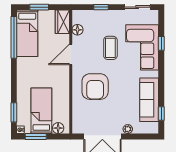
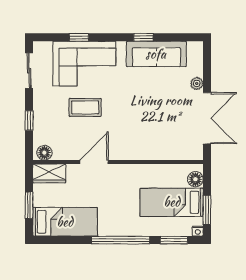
floor lamp: (77, 30) -> (44, 153), moved
window: (14, 37) -> (121, 240), moved
door: (71, 54) -> (94, 162), swing flipped
armchair: (95, 87) -> (138, 128), removed
window: (161, 114) -> (143, 37), moved

